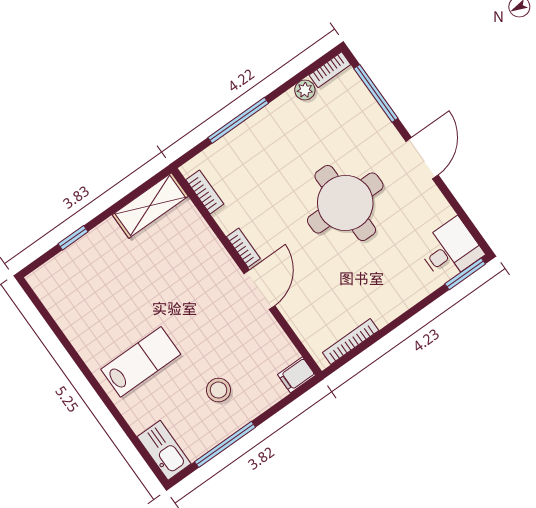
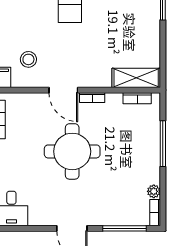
round table: (345, 203) -> (72, 151), moved
shelving: (150, 205) -> (136, 78), moved, turned 90
stool: (218, 390) -> (28, 59), moved

